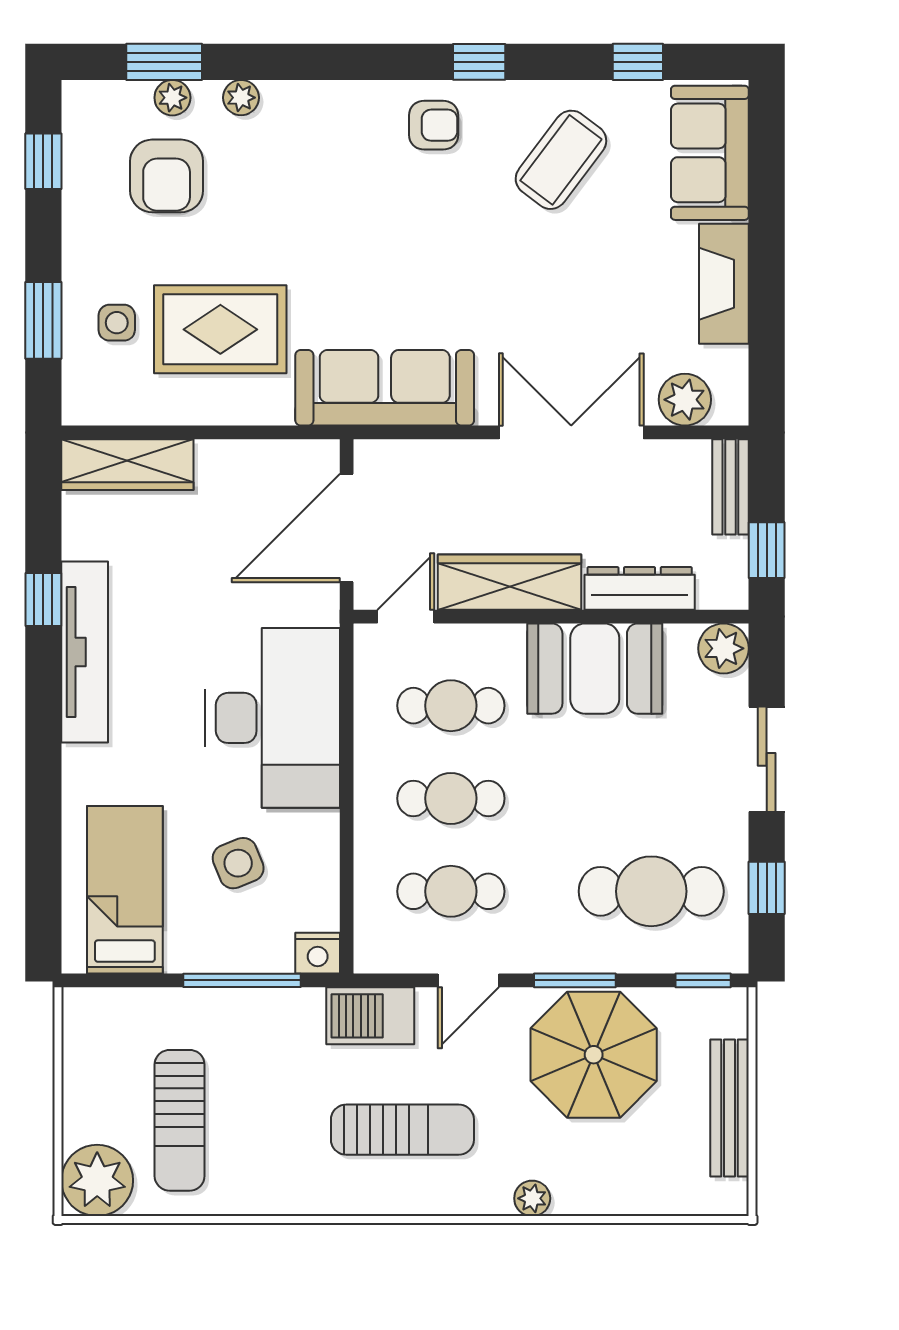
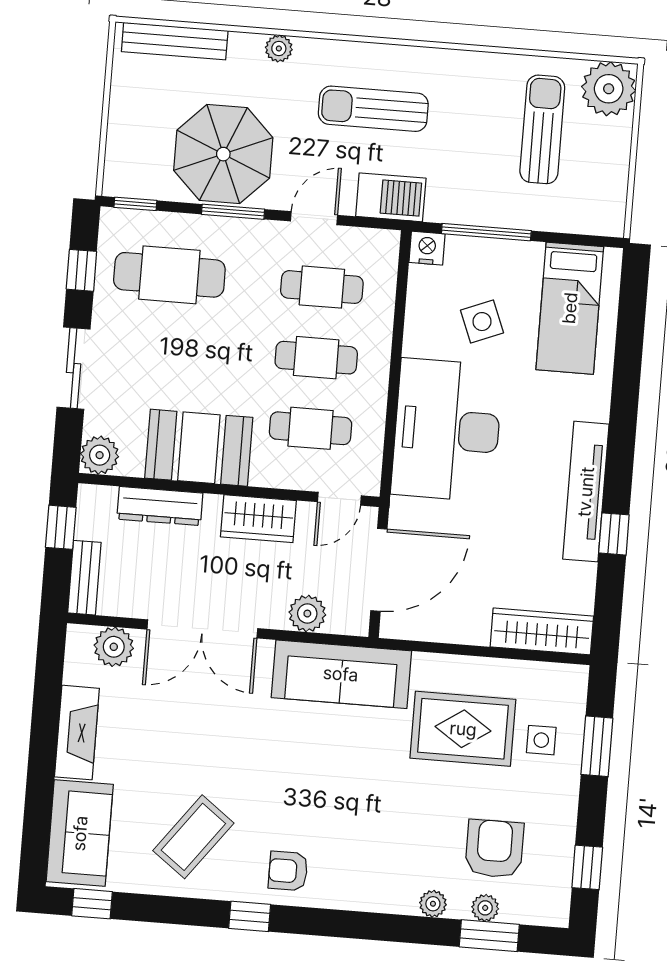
window: (638, 62) -> (92, 904), moved
plant: (436, 463) -> (307, 614), added
wardrobe: (509, 582) -> (258, 519), width x0.67
bench: (729, 1108) -> (175, 41), moved, turned 90

